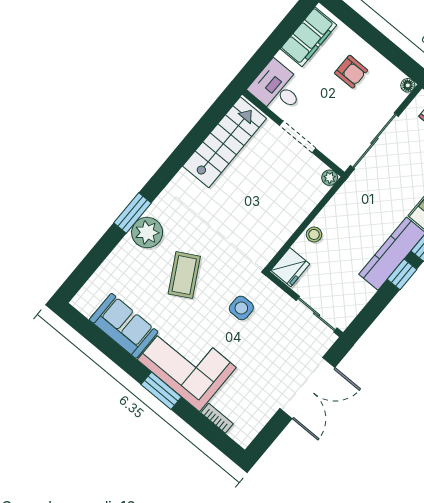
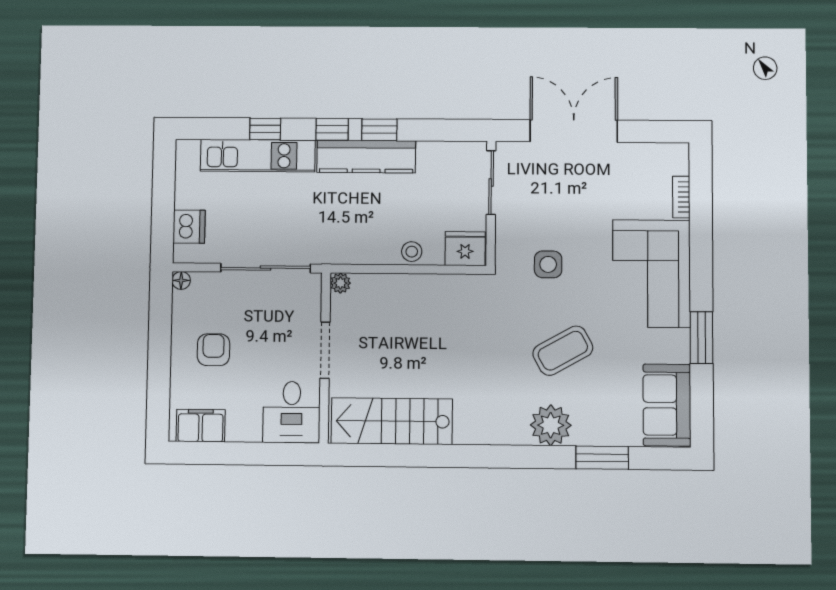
filing cabinet: (308, 37) -> (201, 426), width x0.67, depth x0.86
window: (133, 213) -> (602, 458), moved
sofa: (124, 326) -> (667, 405), moved
window: (161, 391) -> (701, 338), moved

